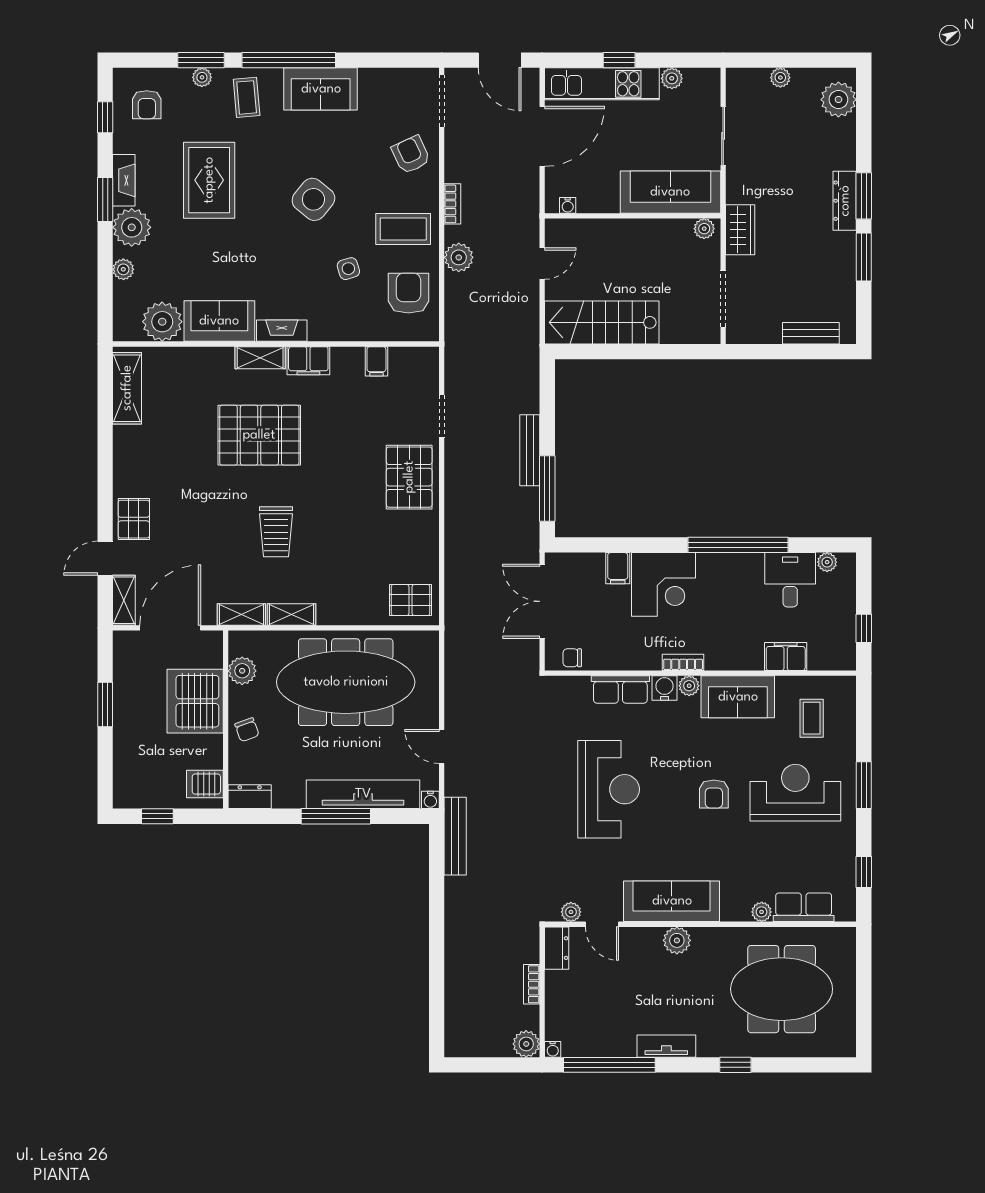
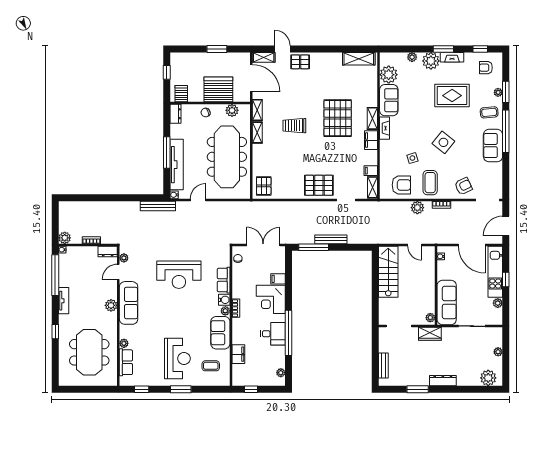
window: (864, 196) -> (445, 389), removed
shelving: (414, 357) -> (373, 187), added
desk: (790, 580) -> (273, 334), moved
armchair: (714, 794) -> (177, 322), removed

